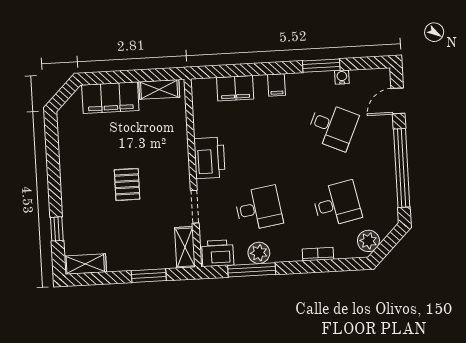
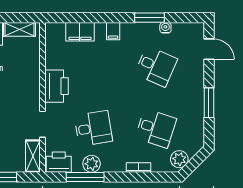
door: (398, 101) -> (209, 49), swing flipped
window: (402, 168) -> (209, 103), width x0.47
desk: (337, 204) -> (156, 128), turned 30

